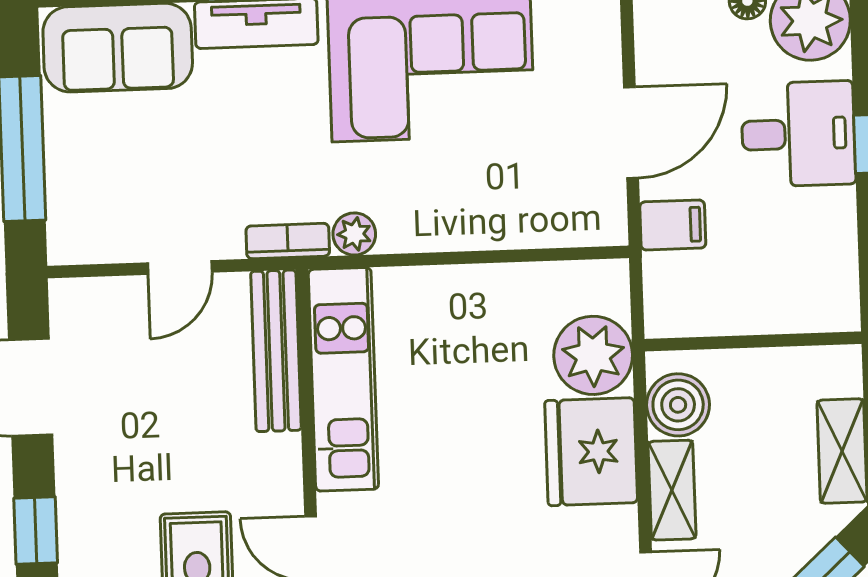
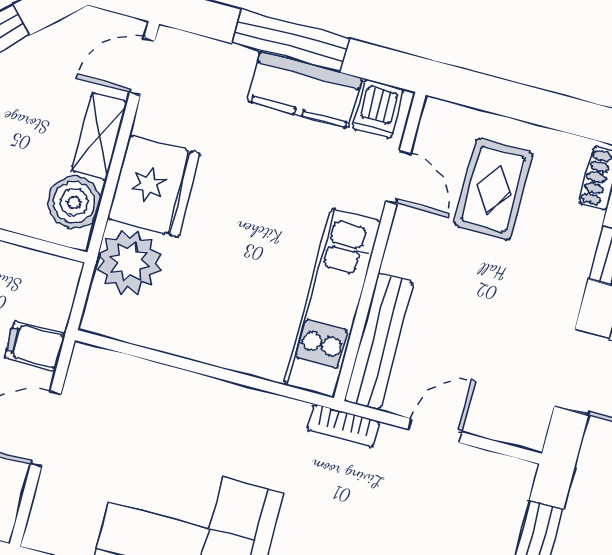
plant: (354, 234) -> (289, 415), removed

